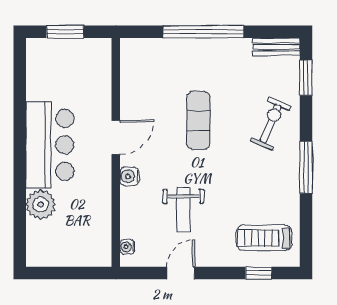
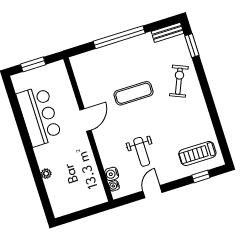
exercise mat: (199, 120) -> (134, 93), turned 90
bar counter: (50, 145) -> (39, 116), moved
window: (306, 167) -> (209, 101), removed
water cooler: (129, 176) -> (112, 174), moved
plant: (41, 205) -> (46, 174), width x0.53, depth x0.53

